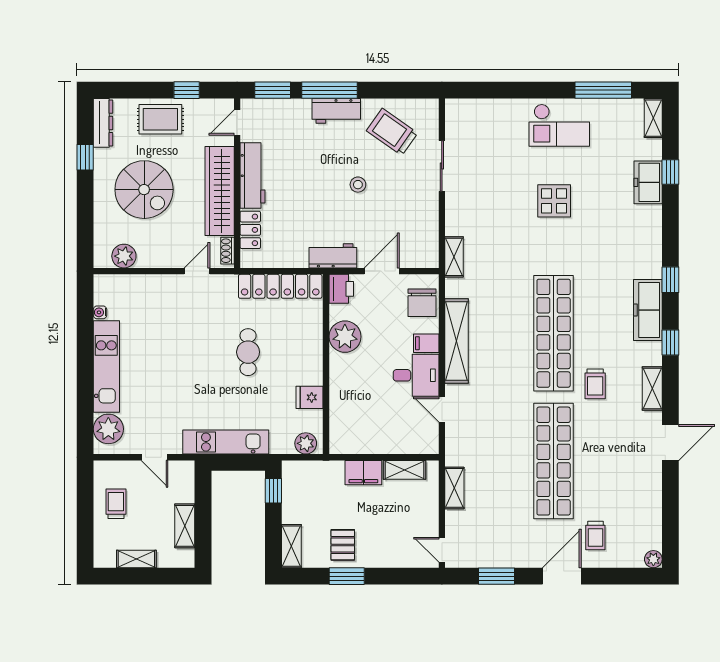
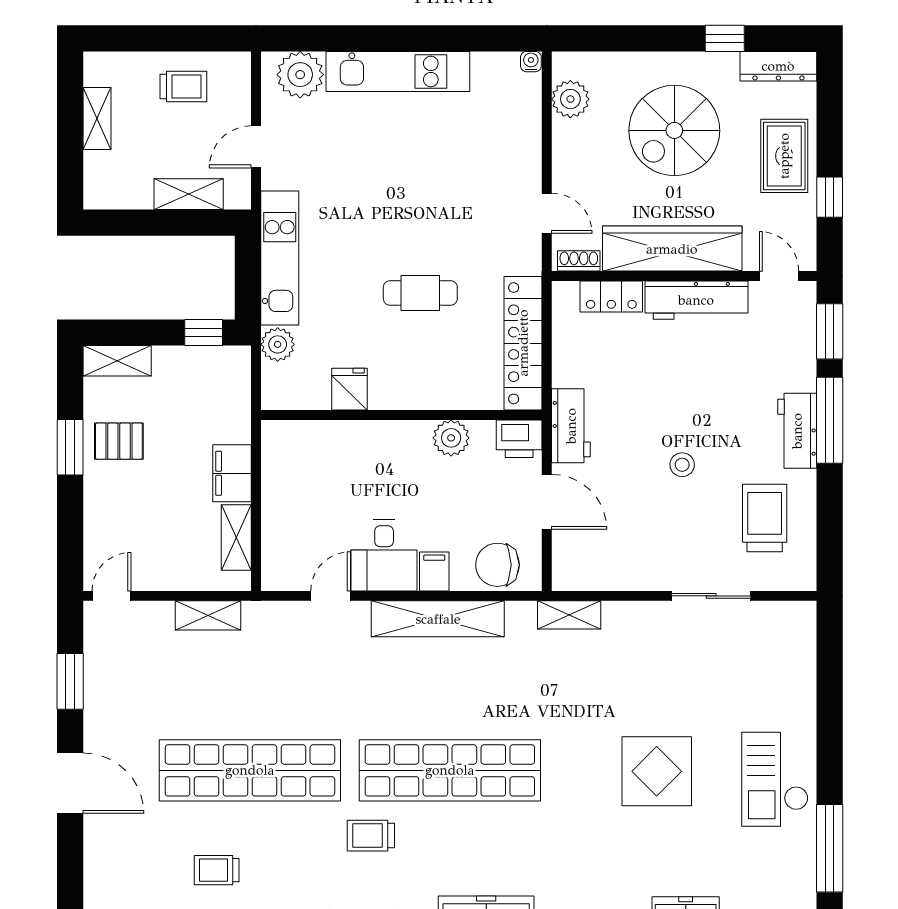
trolley: (392, 132) -> (765, 518), turned -35
display table: (554, 201) -> (657, 771), width x1.36, depth x1.36
water cooler: (100, 312) -> (531, 62), moved
plant: (345, 337) -> (451, 438), width x0.73, depth x0.73
plant: (306, 443) -> (278, 344), moved
shelving: (185, 526) -> (189, 194), moved
trolley: (595, 536) -> (217, 870), moved

